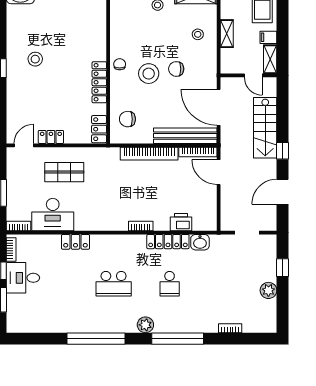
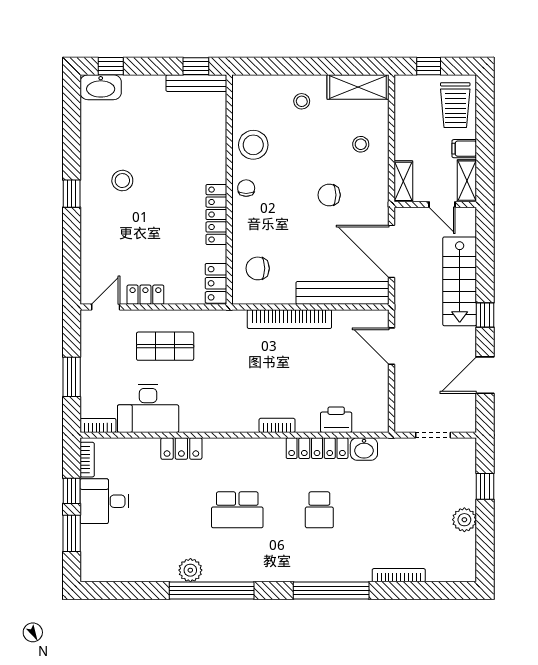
shelving: (227, 34) -> (403, 181), moved
stool: (149, 74) -> (253, 145), moved
bookcase: (198, 152) -> (361, 317), removed
plant: (145, 325) -> (190, 570), moved
bookcase: (230, 328) -> (399, 575), width x1.56

